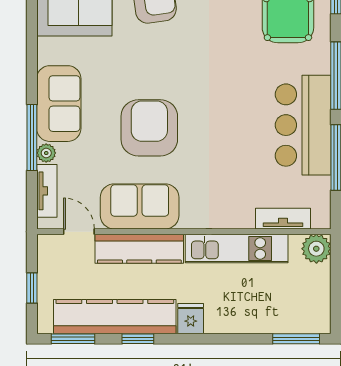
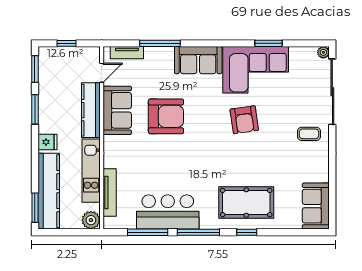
sofa: (59, 104) -> (198, 60), moved
plant: (46, 153) -> (150, 52), removed
tv unit: (283, 219) -> (110, 192), width x1.41
kitchen counter: (115, 317) -> (49, 191), moved
window: (138, 339) -> (35, 109), width x1.50

